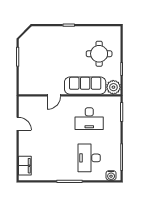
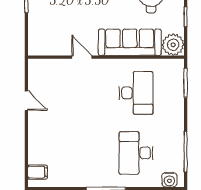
door: (54, 95) -> (82, 57), swing flipped
desk: (89, 119) -> (136, 93), turned -90
filing cabinet: (25, 166) -> (38, 172), width x0.50

